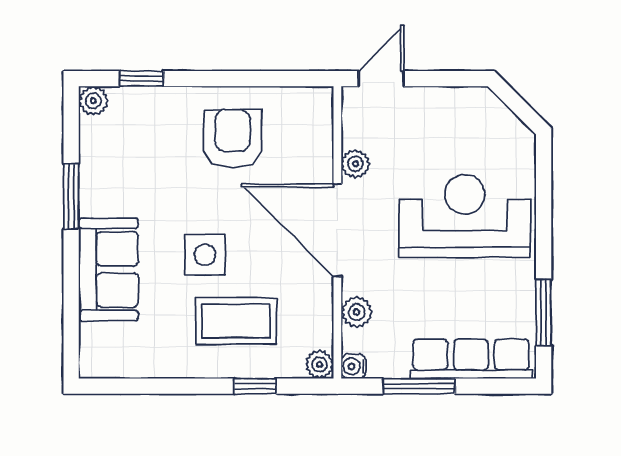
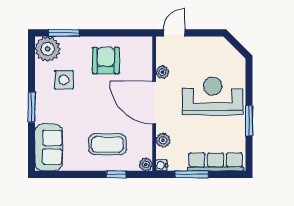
window: (142, 79) -> (64, 33), width x1.50
plant: (93, 101) -> (48, 49), width x1.88, depth x1.88
window: (71, 196) -> (32, 107), moved
side table: (205, 255) -> (64, 80), moved
sofa: (108, 269) -> (49, 147), moved
window: (544, 312) -> (249, 121), moved

